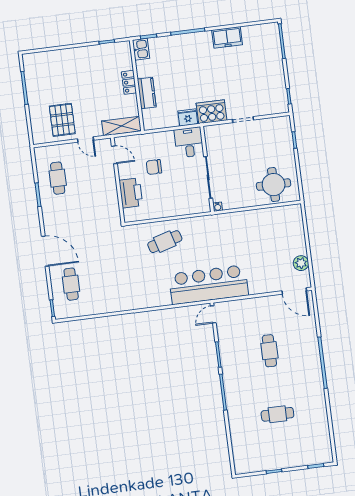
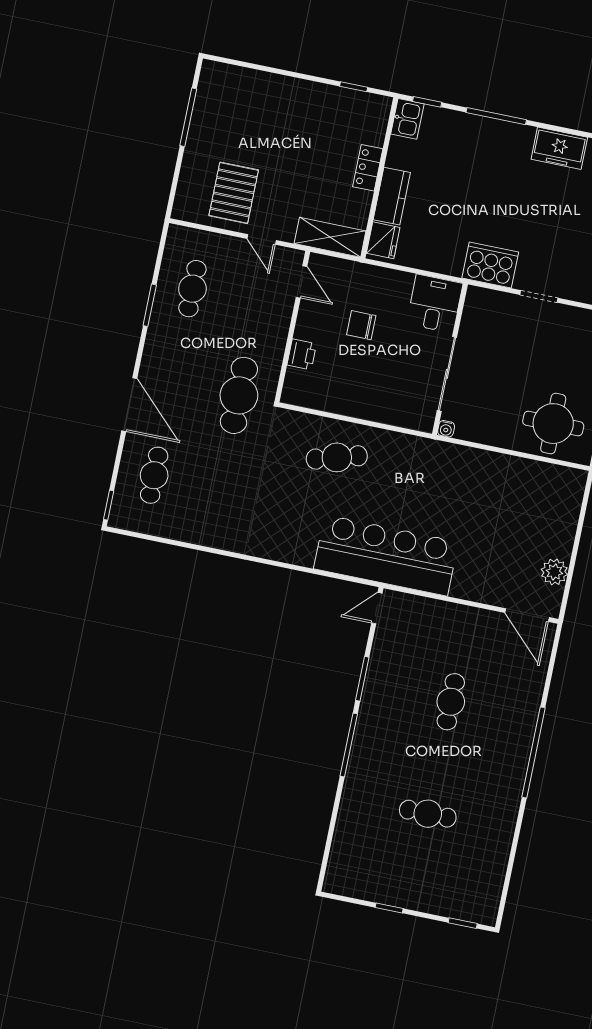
fridge: (188, 117) -> (383, 240), moved, turned 90
printer: (131, 193) -> (302, 354), width x0.53, depth x0.68
cafe table: (102, 226) -> (239, 395), added

